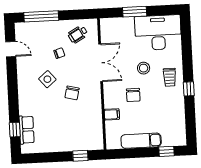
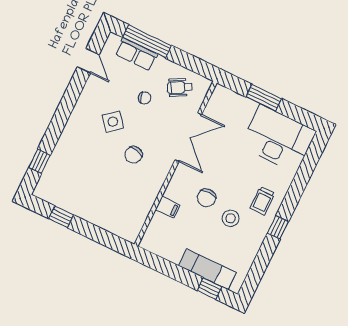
stool: (144, 68) -> (231, 218), moved
row of seats: (27, 130) -> (136, 54), moved, turned 90
exam couch: (141, 141) -> (207, 269), moved
window: (80, 156) -> (61, 217), moved

